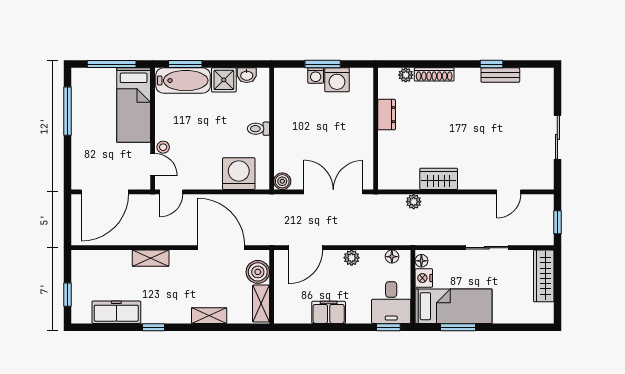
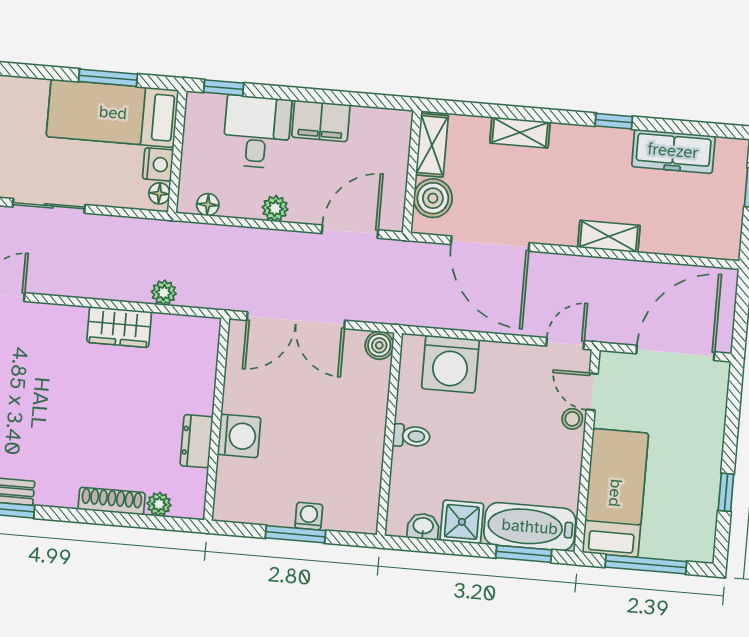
washing machine: (337, 80) -> (239, 436), moved, turned 90
window: (67, 111) -> (726, 492), width x0.46
desk: (391, 303) -> (257, 132), moved

